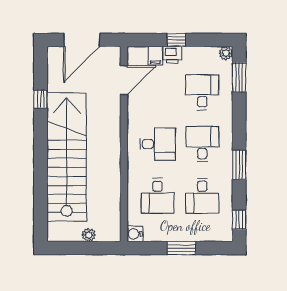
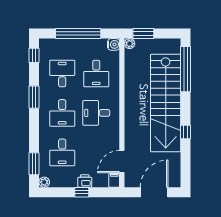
filing cabinet: (155, 56) -> (114, 180), moved
window: (41, 99) -> (185, 132), moved
desk: (158, 196) -> (96, 73), turned 180
window: (41, 202) -> (185, 69), added
plant: (89, 235) -> (129, 44), moved
window: (96, 248) -> (143, 34), added
window: (181, 248) -> (78, 34), width x2.11

